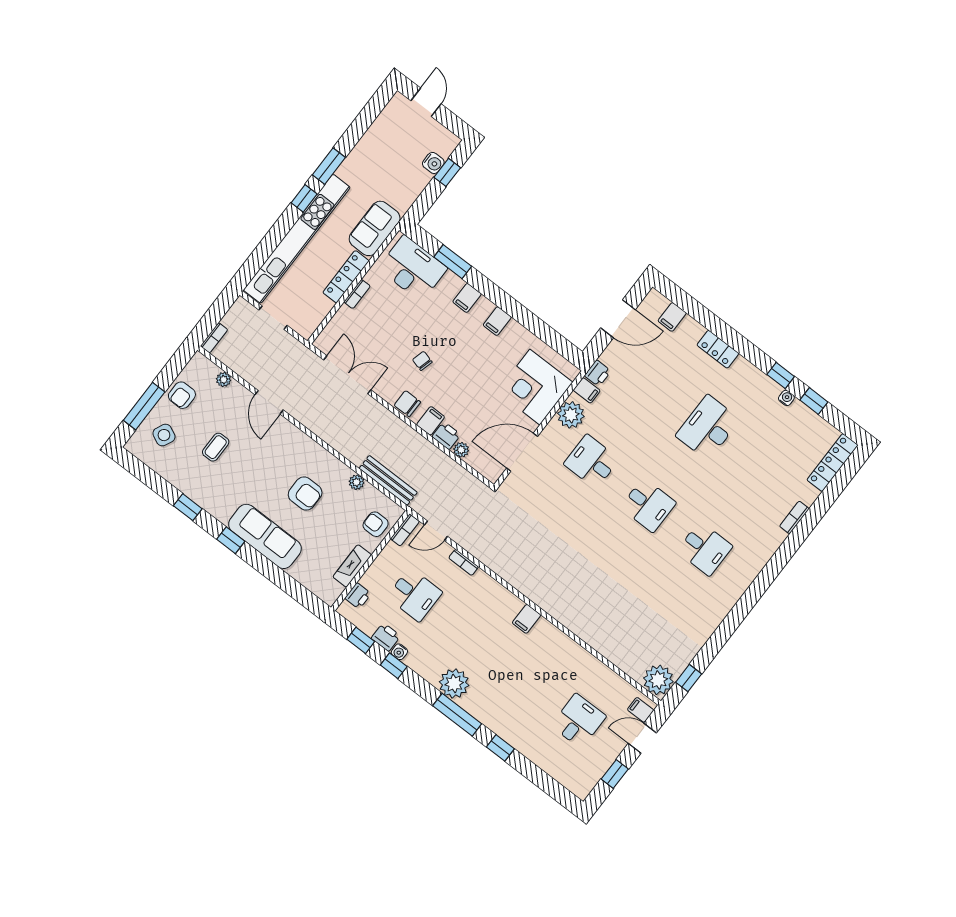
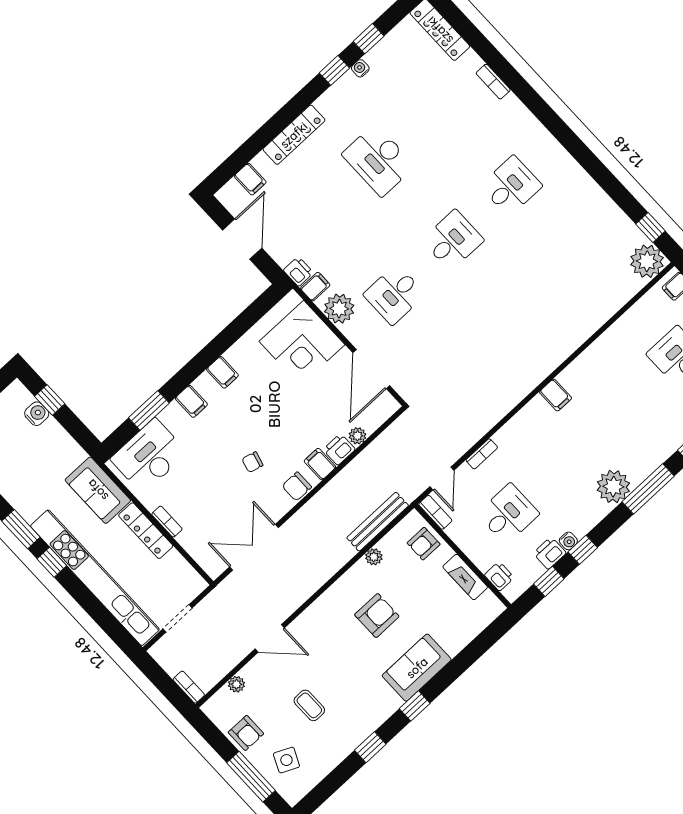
locker: (718, 349) -> (294, 135), width x1.53
sofa: (265, 536) -> (417, 668), width x0.73

